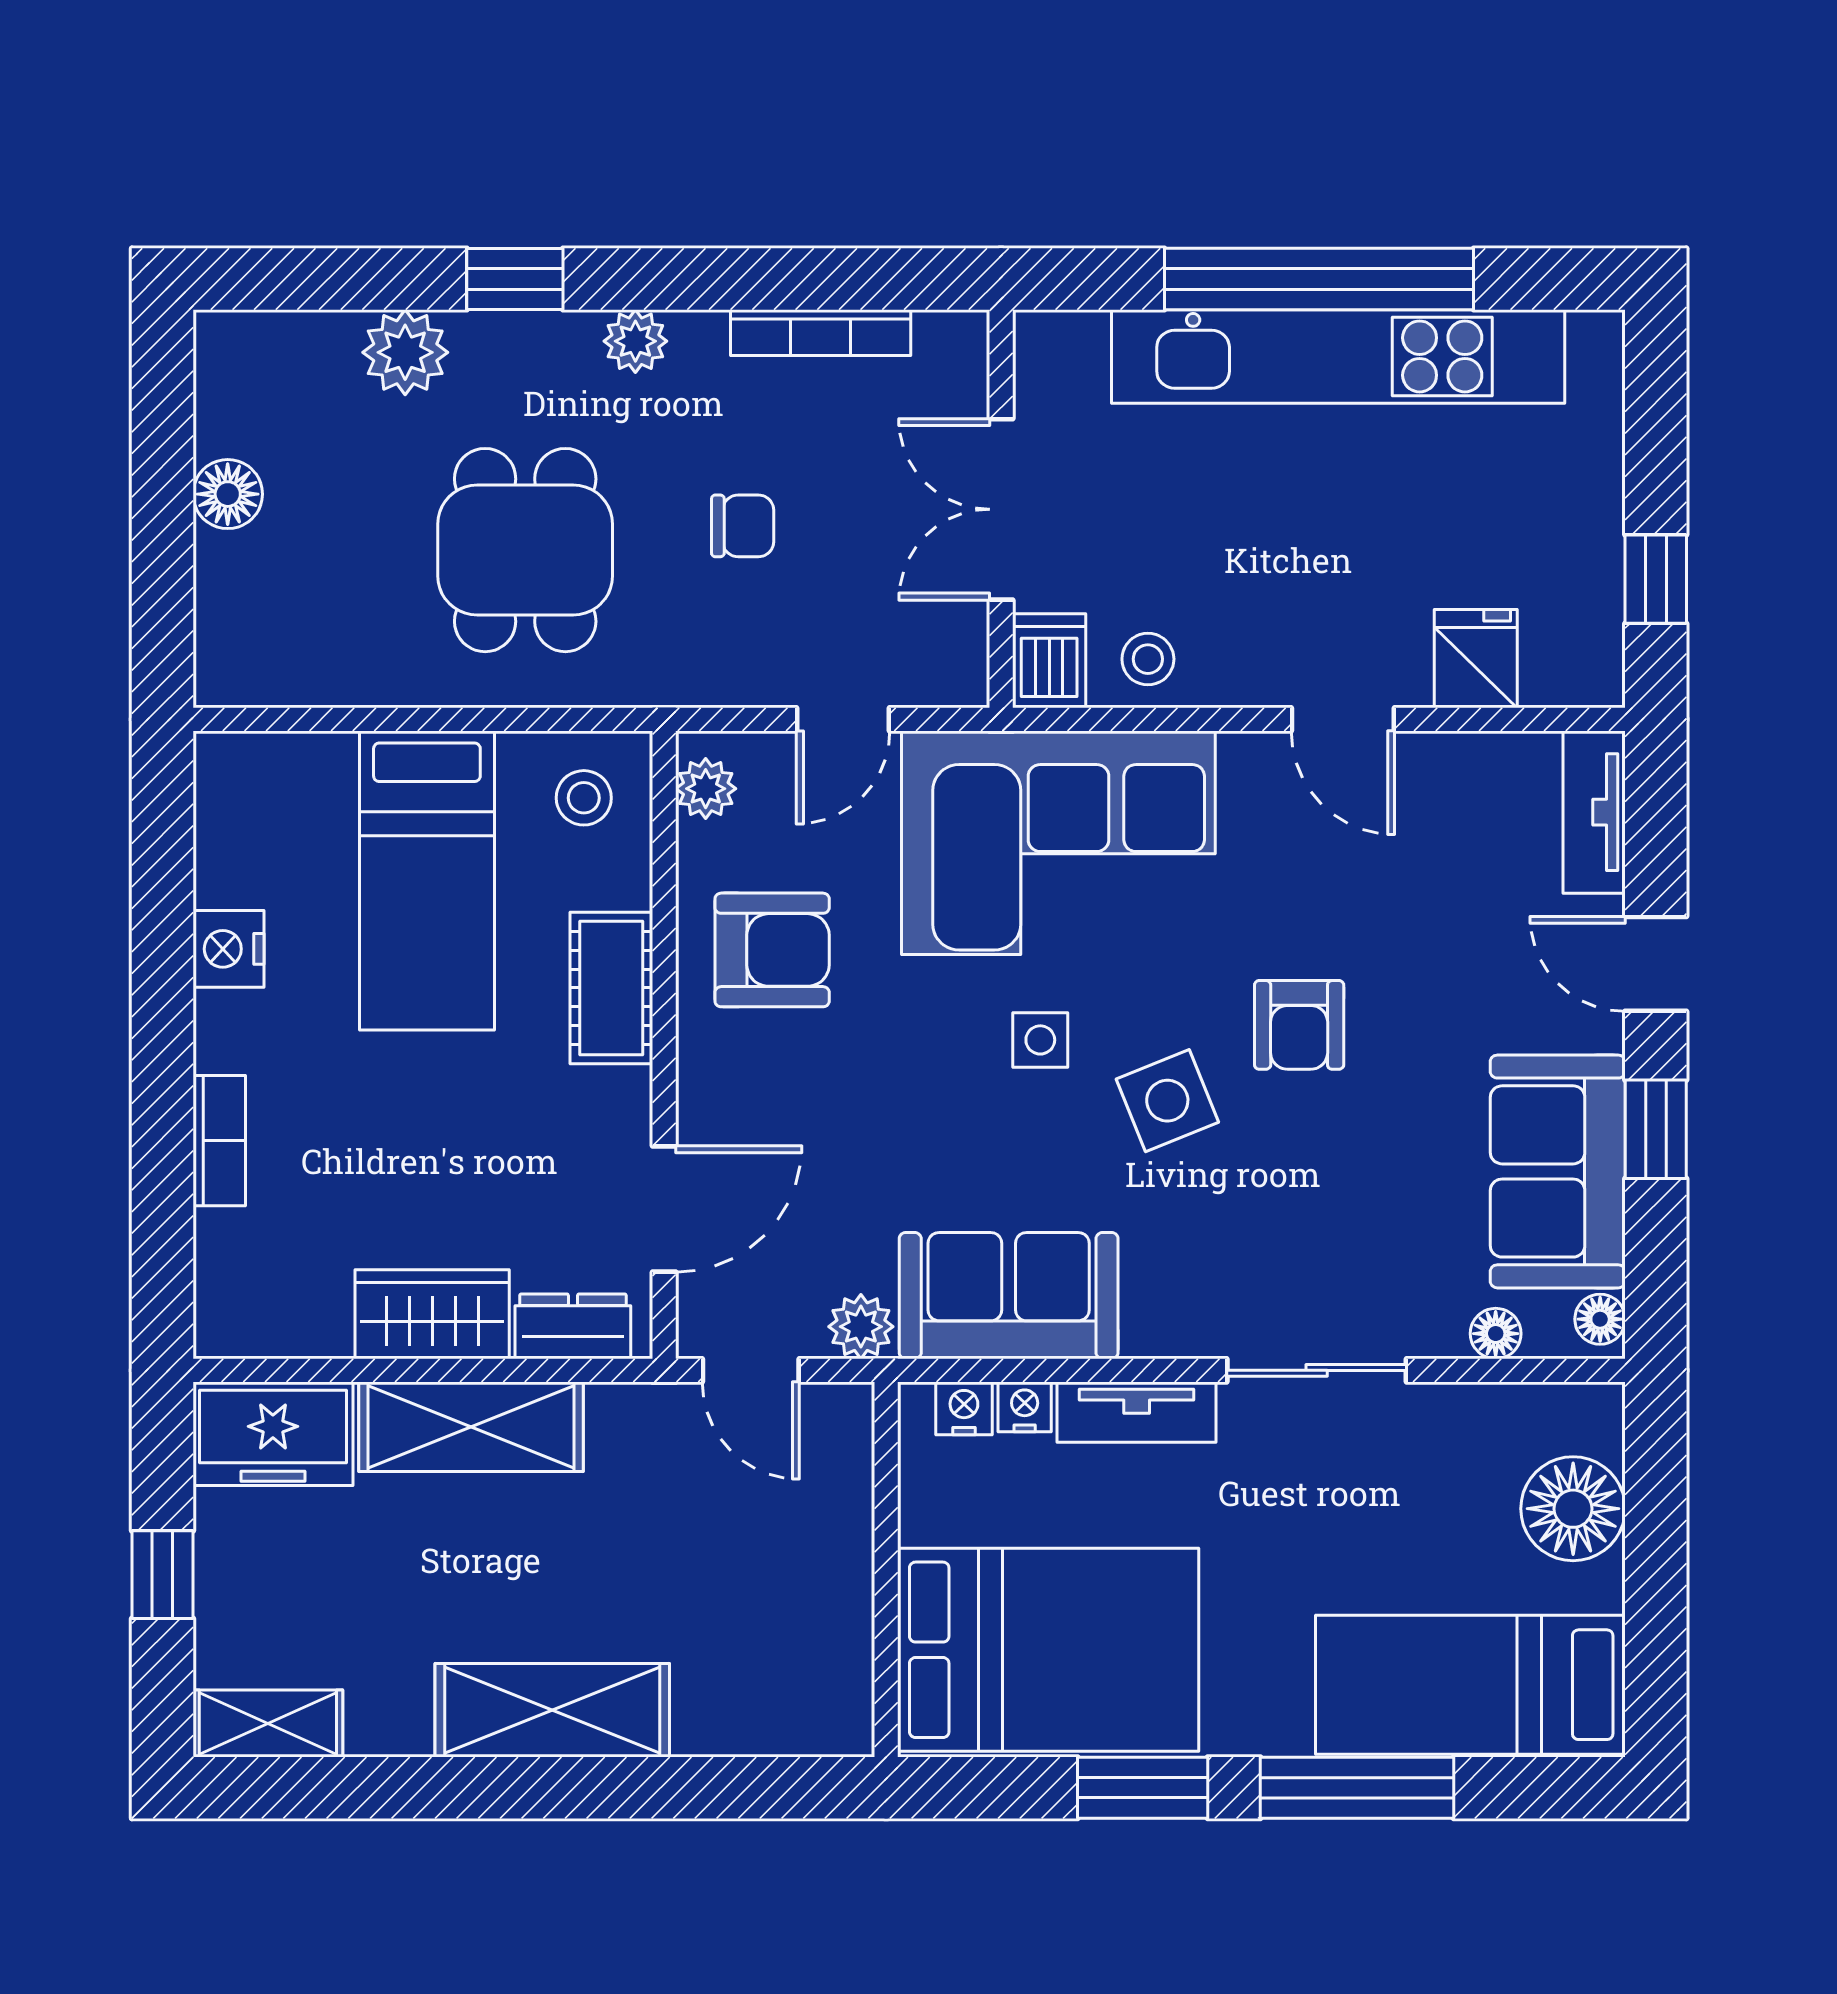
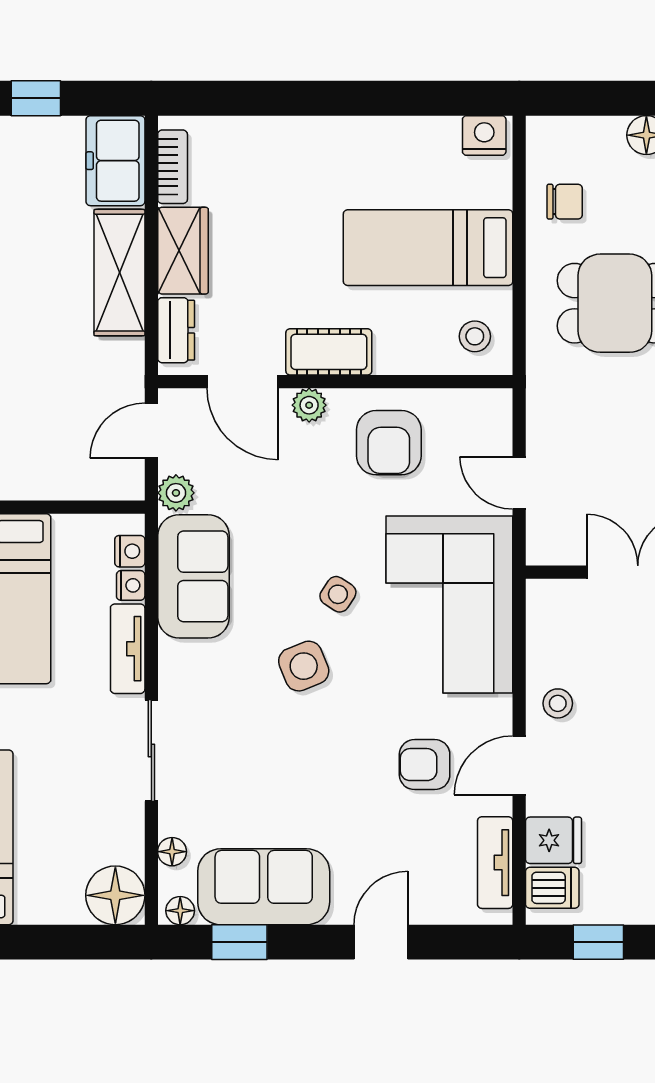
chair: (743, 526) -> (565, 202), moved, turned -90
stool: (1148, 659) -> (558, 703), moved
dishwasher: (1049, 661) -> (552, 888), moved
plant: (706, 789) -> (309, 405), moved
tv unit: (1594, 812) -> (495, 863), moved, turned -90
nightstand: (228, 949) -> (484, 135), moved
cot: (611, 988) -> (329, 352), moved
armchair: (1299, 1025) -> (425, 765), moved
side table: (1040, 1040) -> (338, 594), turned 33
window: (1656, 1129) -> (239, 942), moved
bookcase: (219, 1141) -> (173, 167), moved, turned -90
floor lamp: (1573, 1509) -> (115, 895), moved

